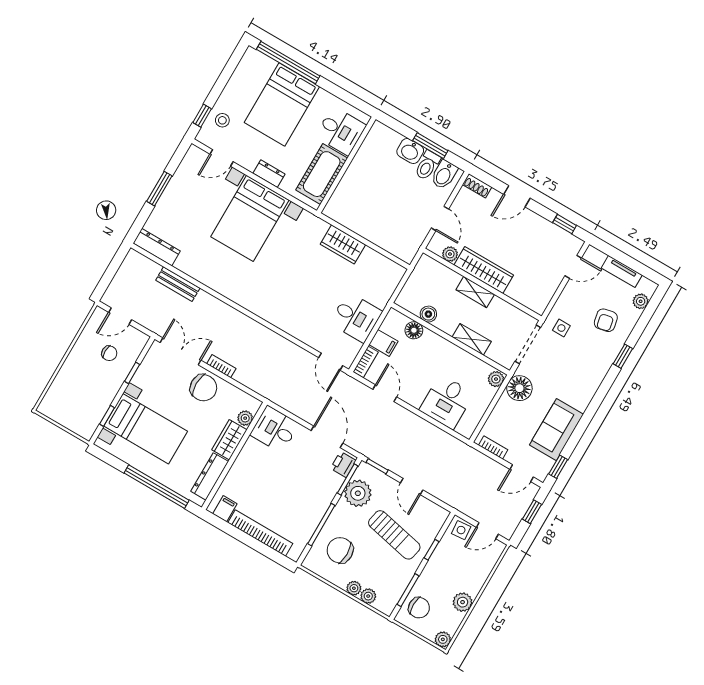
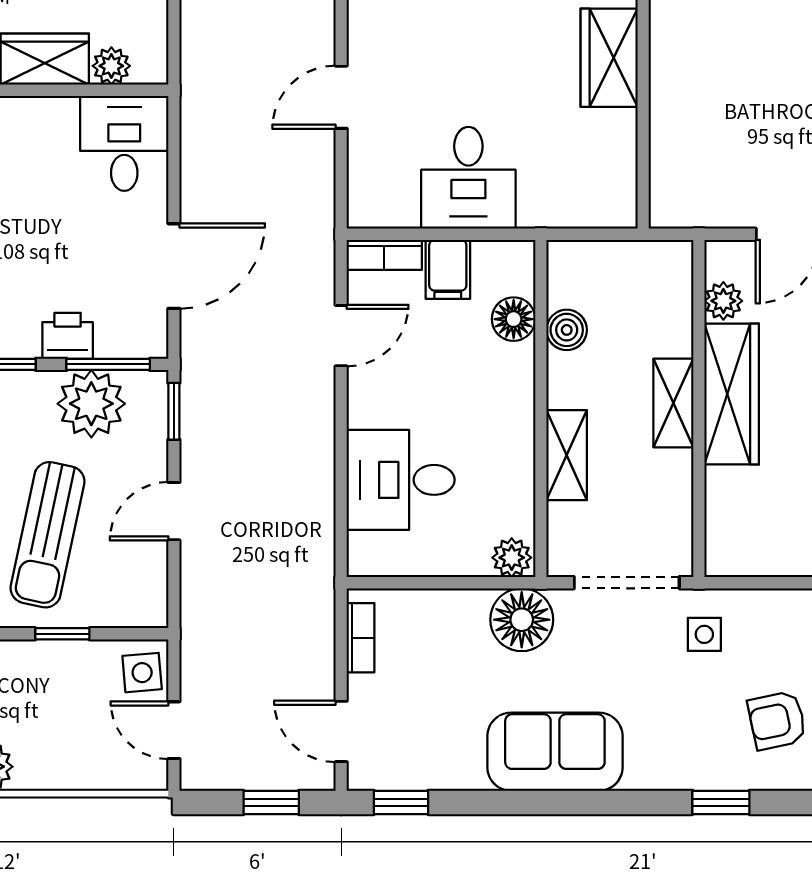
door: (331, 362) -> (341, 97), moved
sofa: (556, 430) -> (555, 752), moved
printer: (343, 464) -> (68, 336), moved

